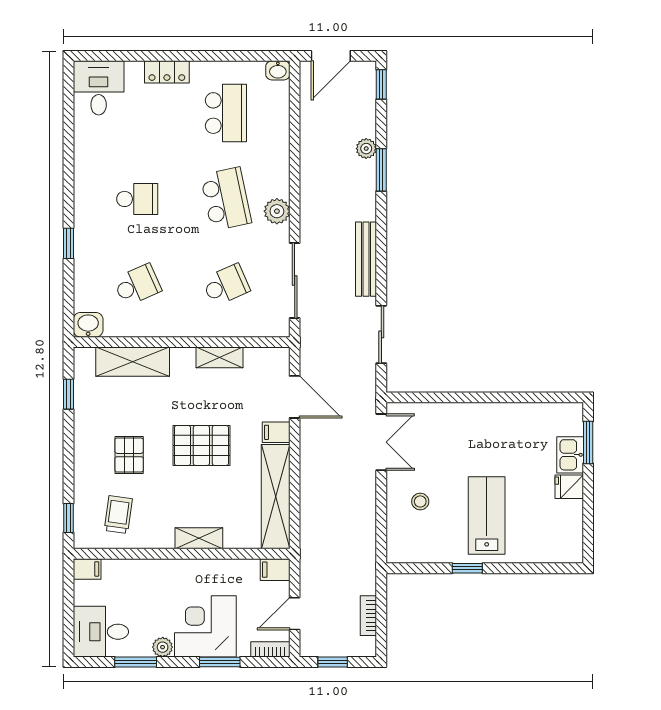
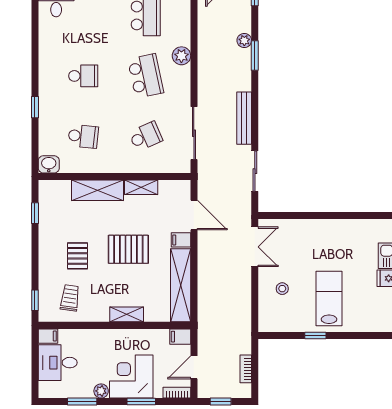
plant: (277, 211) -> (181, 56), moved
school desk: (137, 285) -> (83, 136), turned 30
shelving: (133, 362) -> (97, 190), moved
desk: (101, 632) -> (58, 363), moved

